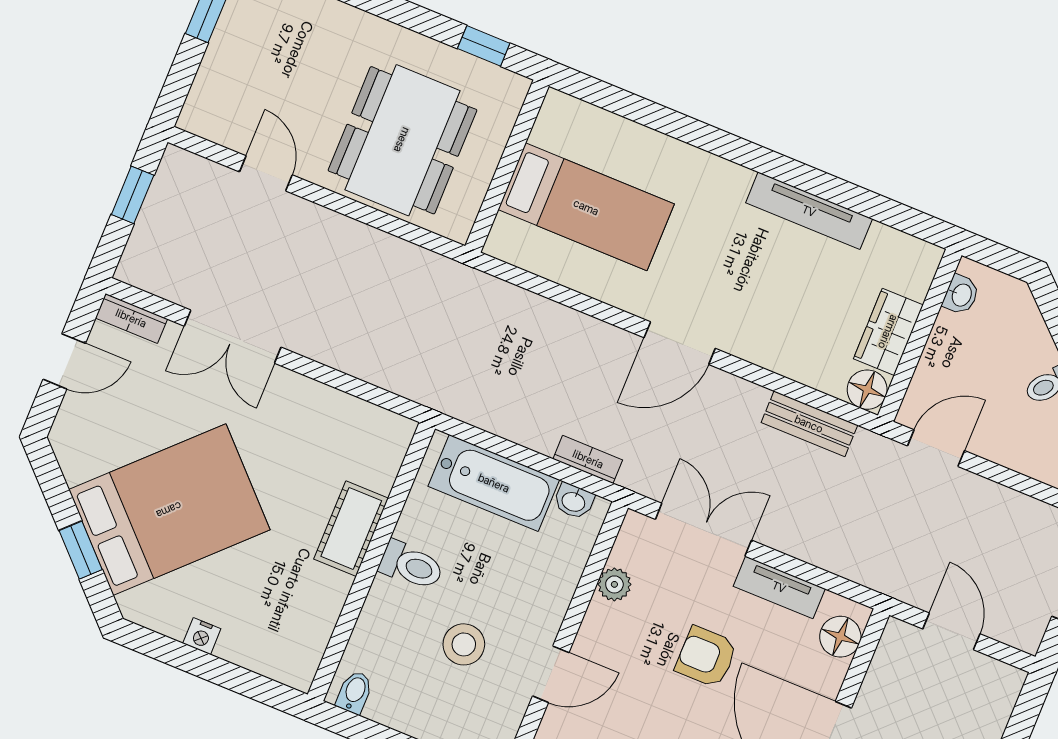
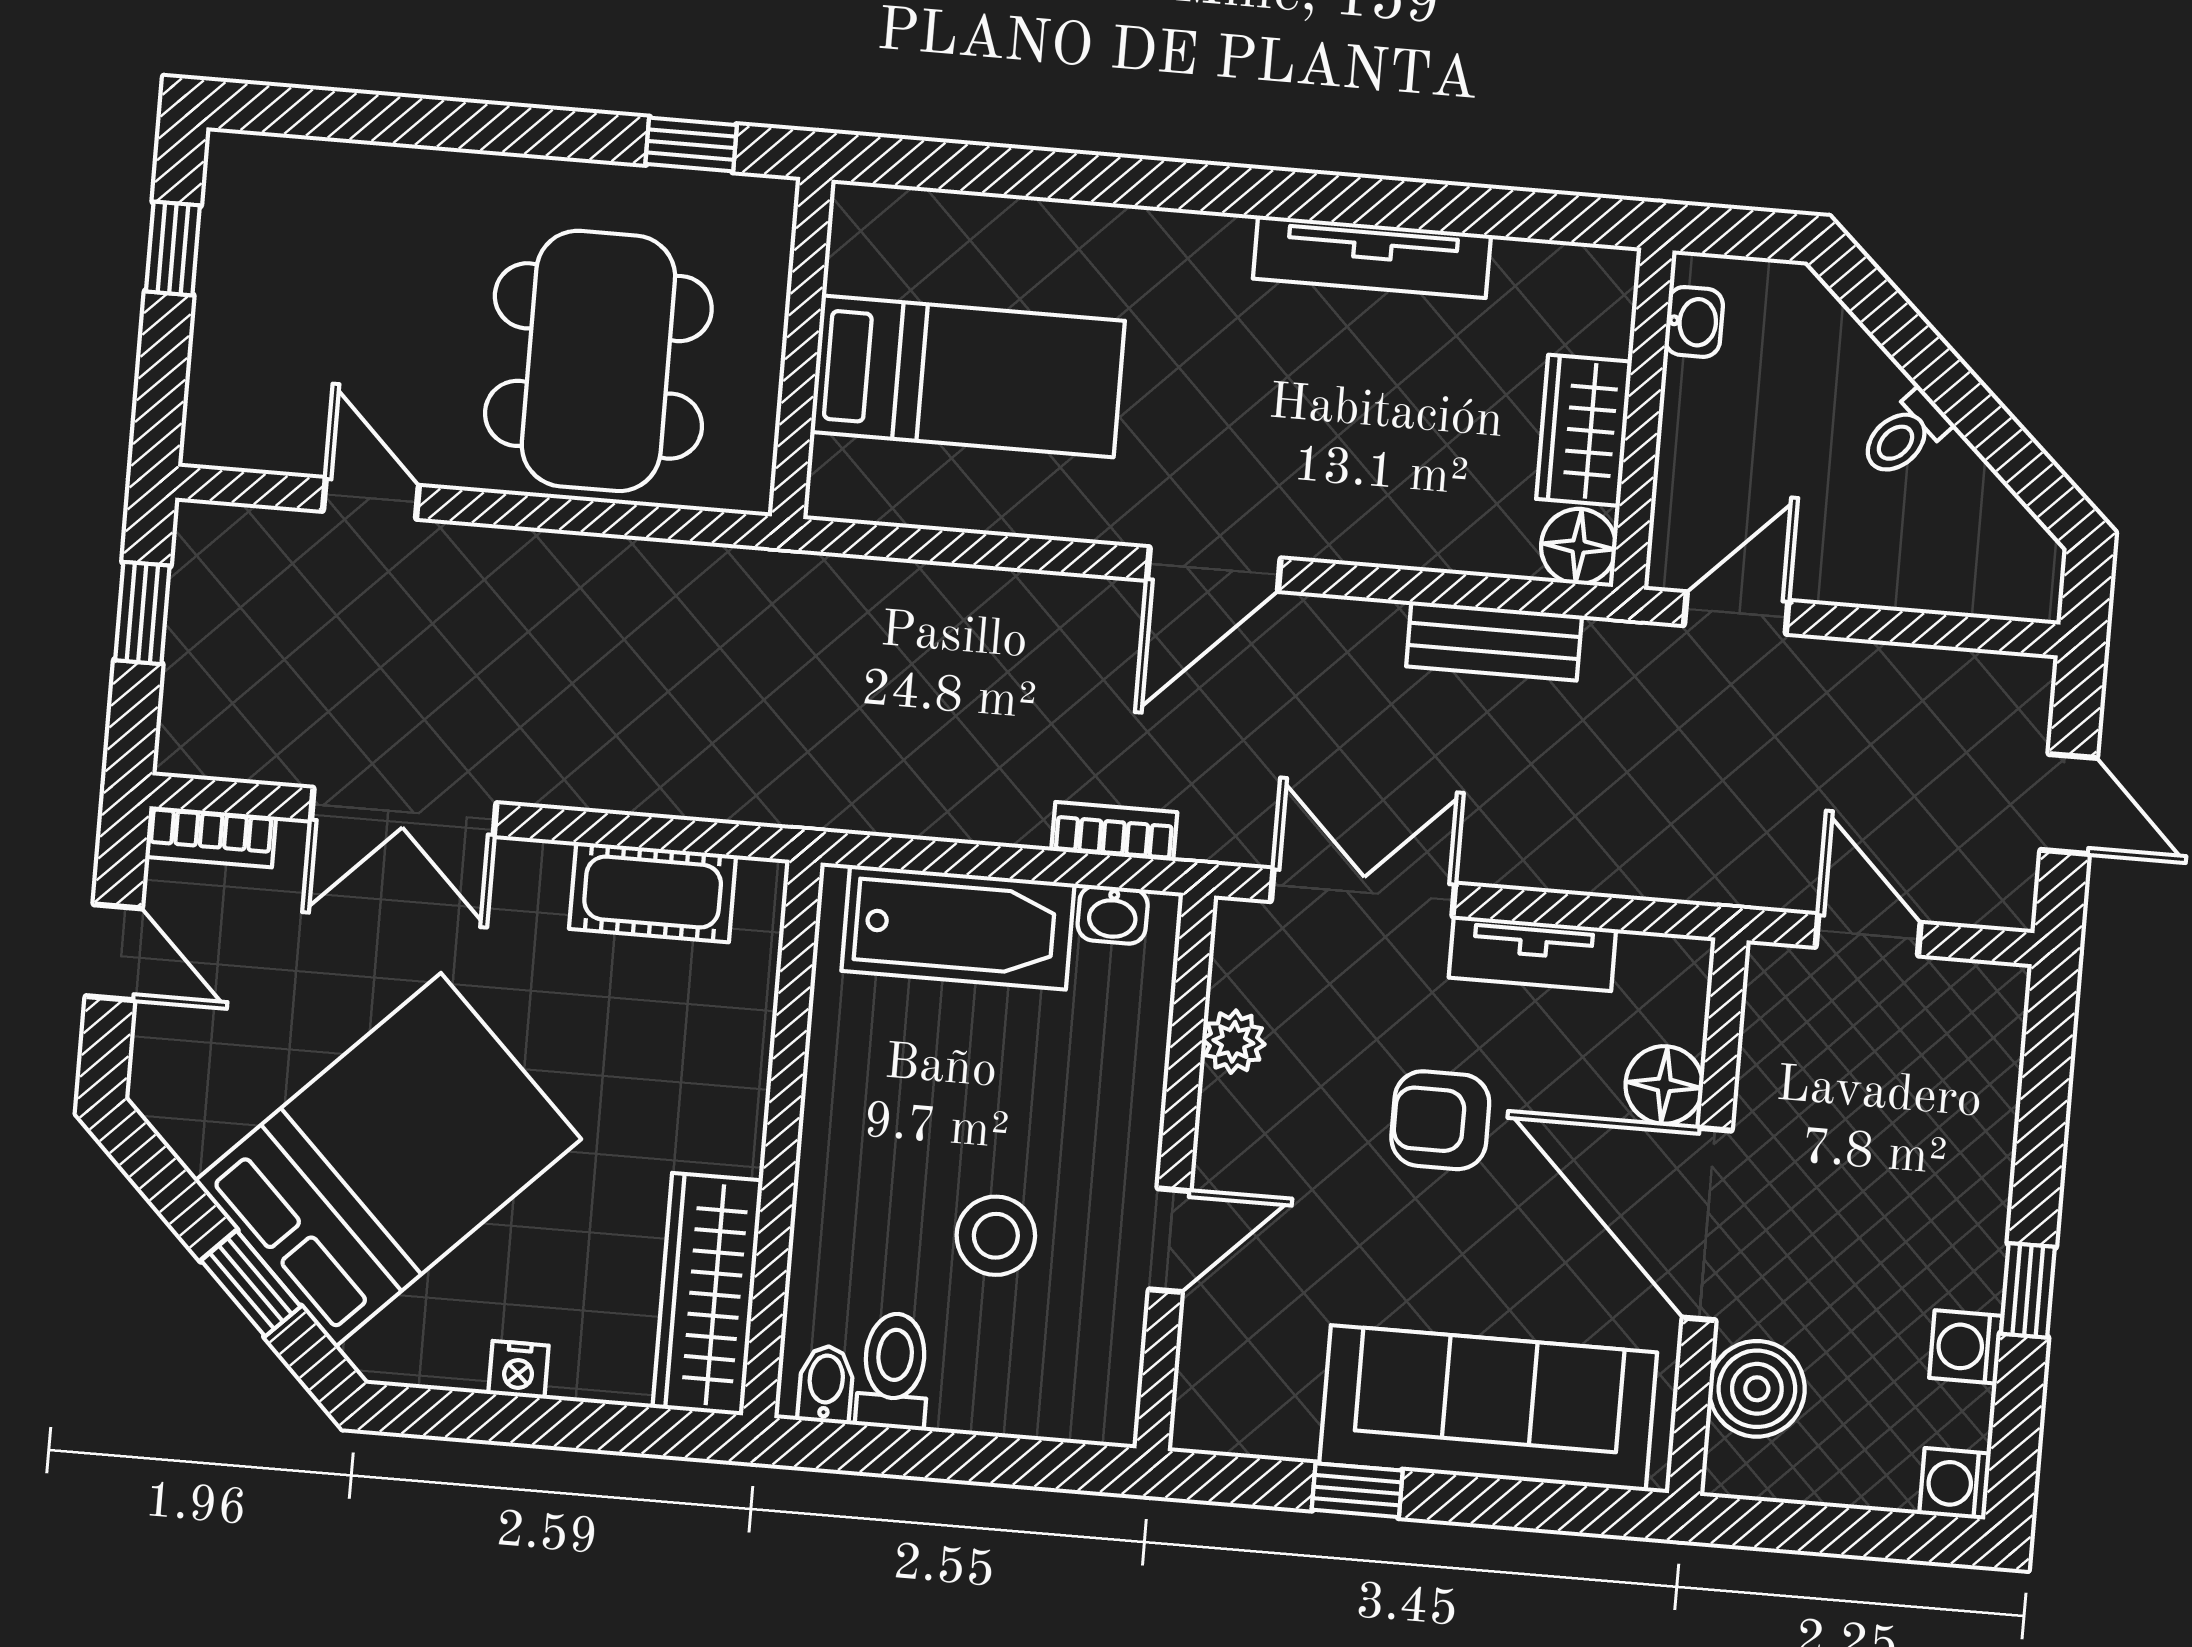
door: (64, 361) -> (114, 952), hinge flipped
cot: (351, 529) -> (653, 892), moved, turned 90
toilet: (411, 565) -> (894, 1371), moved, turned -90
wardrobe: (309, 628) -> (708, 1294), added
floor lamp: (840, 637) -> (1664, 1085), moved

